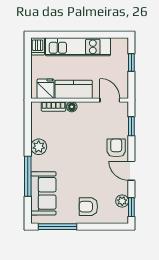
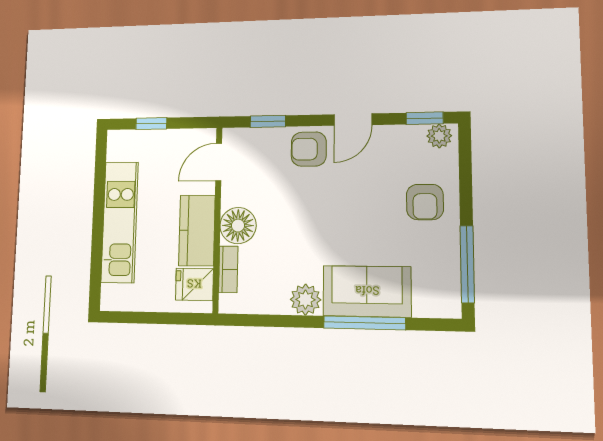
dishwasher: (38, 46) -> (116, 298), removed
floor lamp: (72, 107) -> (238, 226), width x1.89, depth x1.89
sofa: (43, 193) -> (367, 291), moved
plant: (122, 201) -> (439, 136), moved

